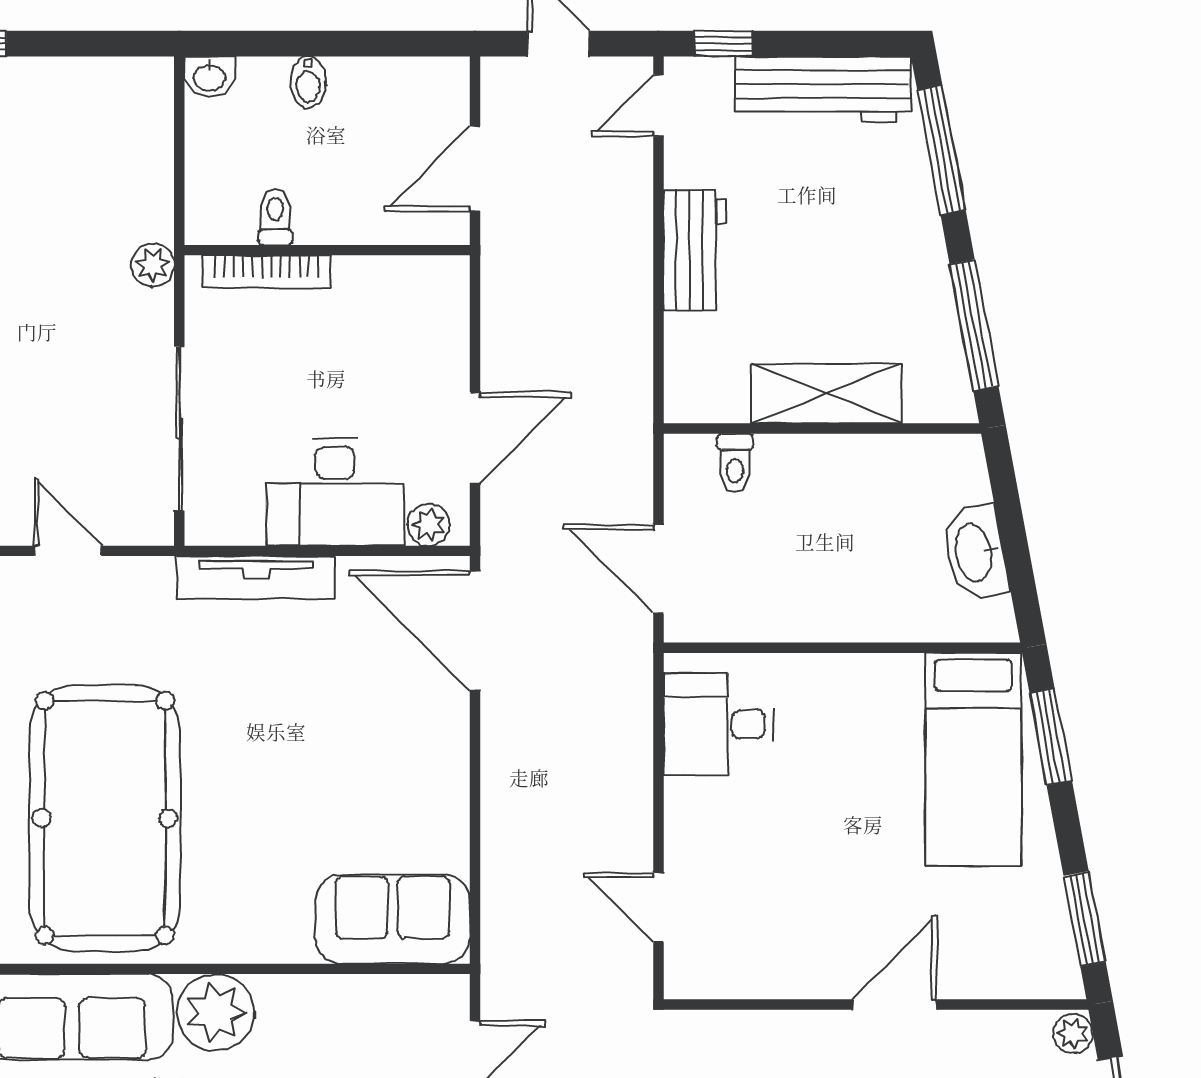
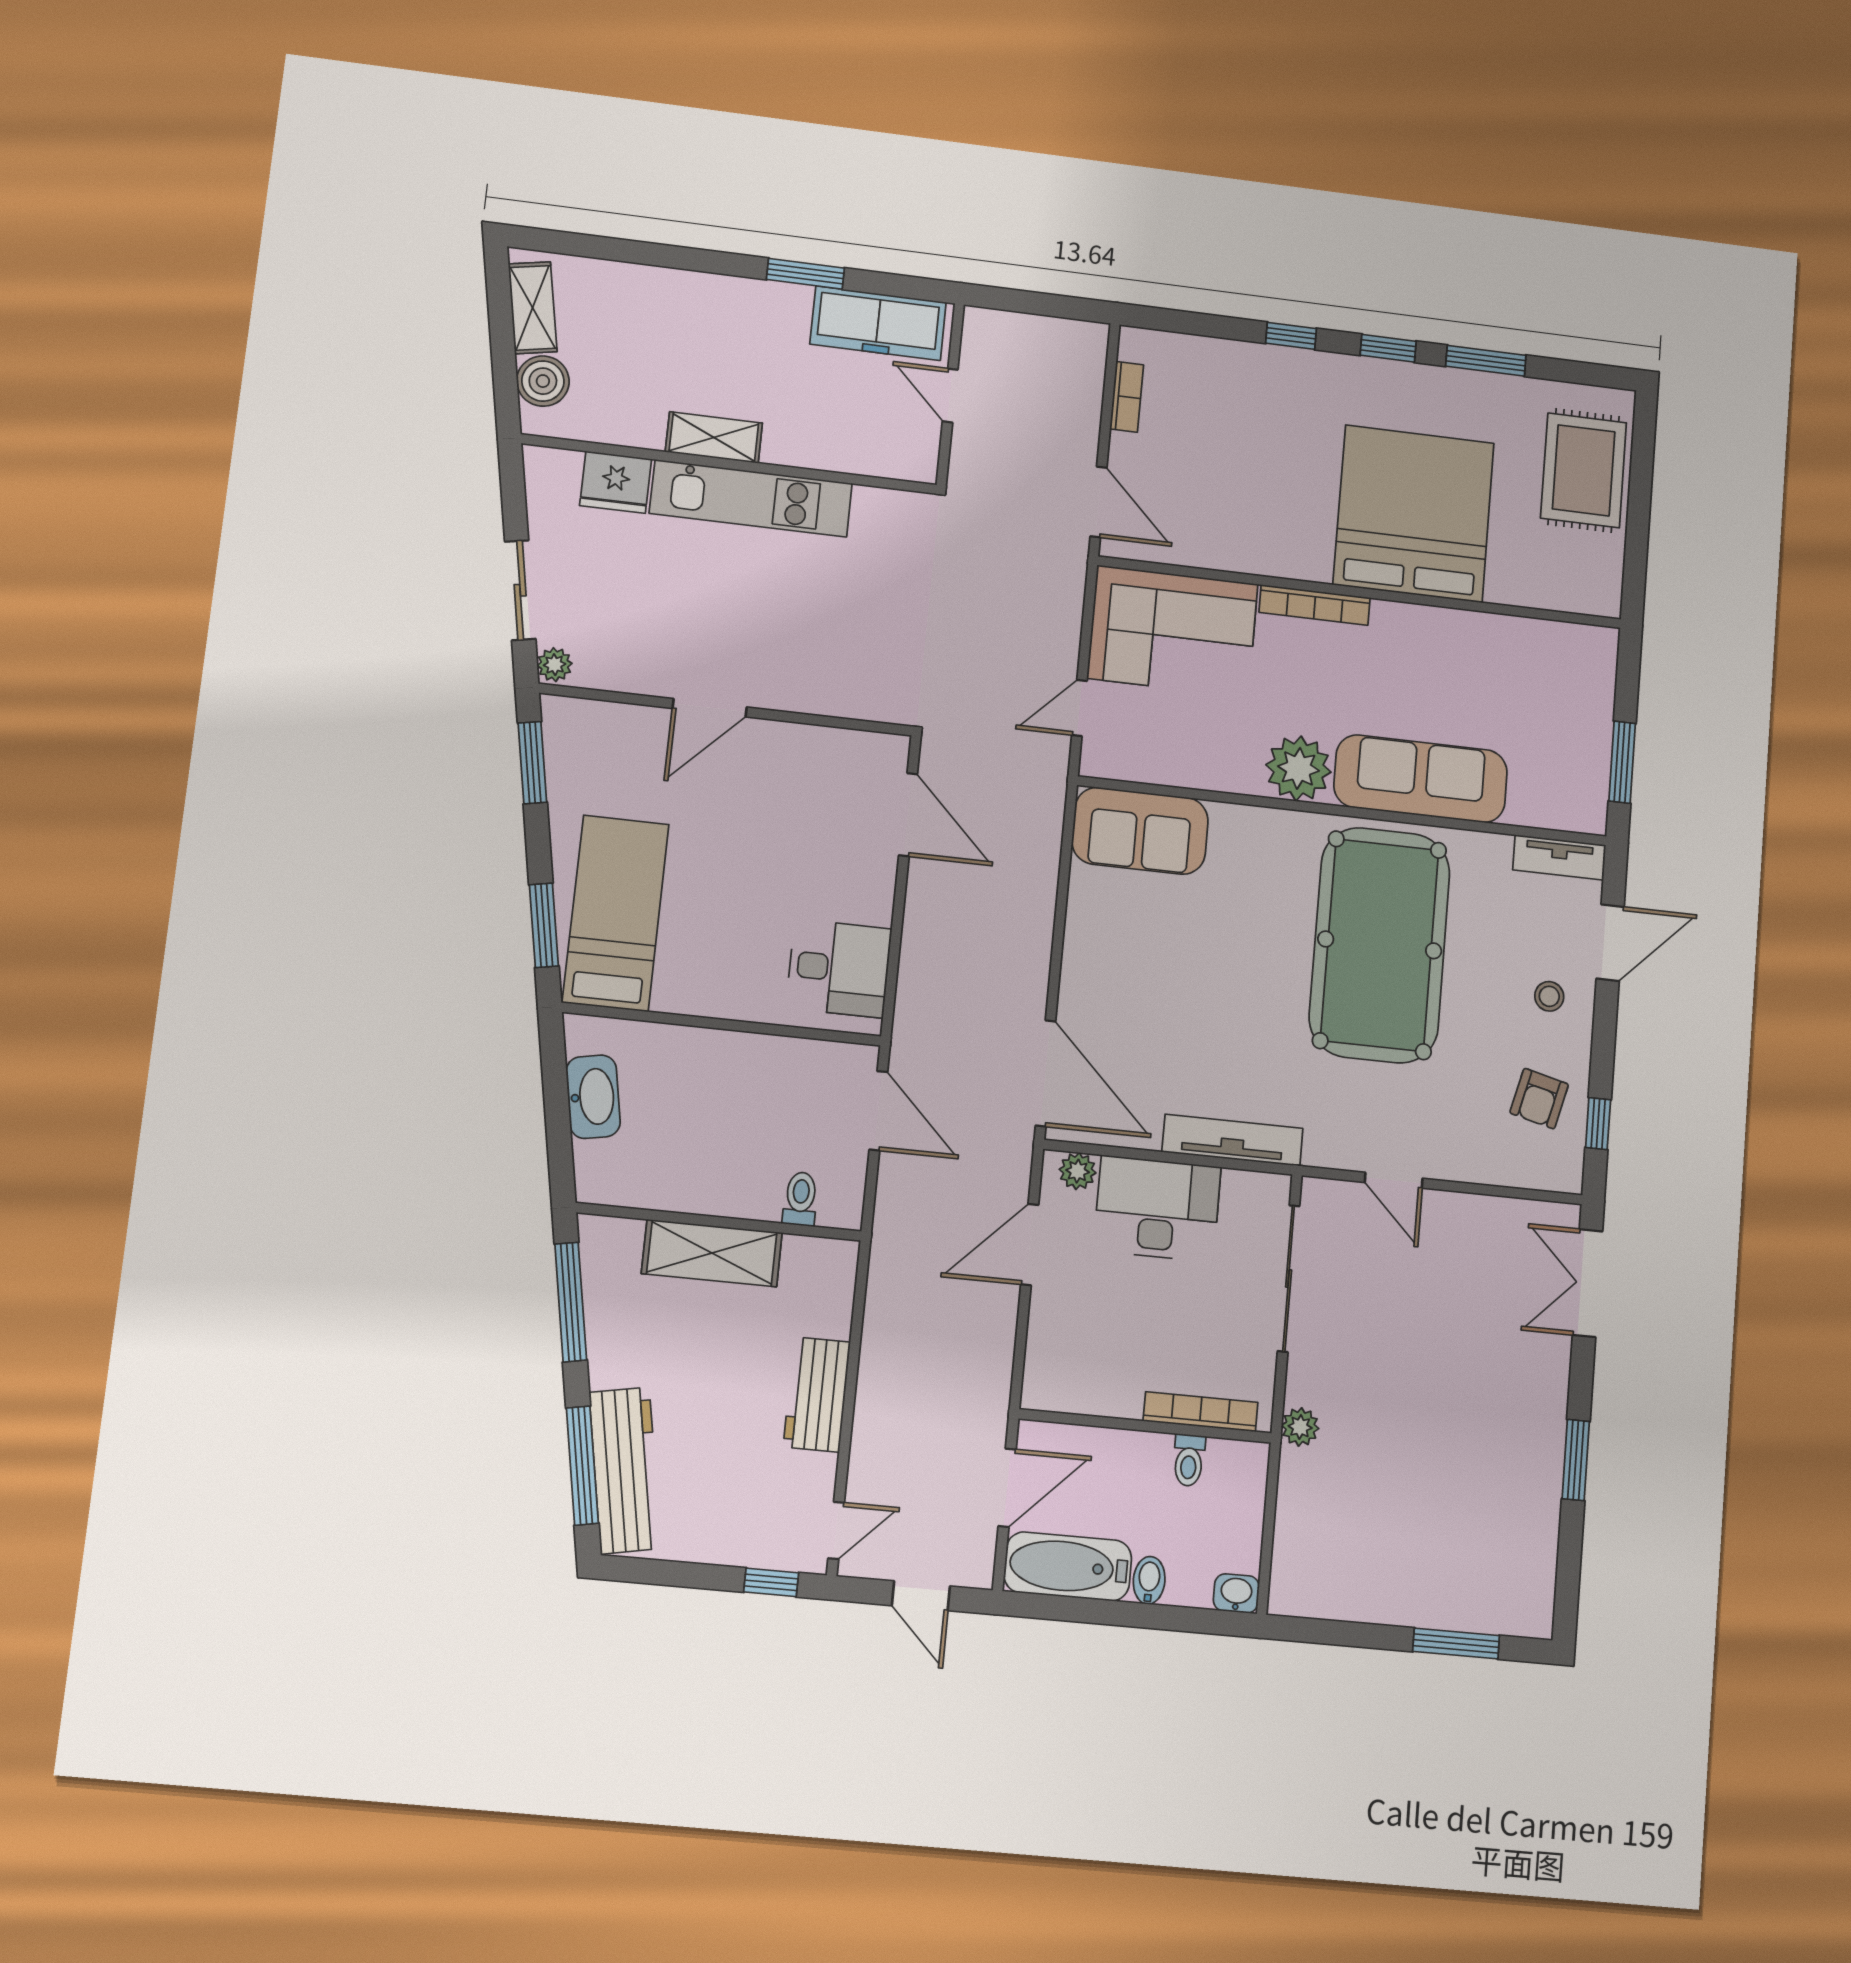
bathtub: (400, 89) -> (1068, 1566), added
workbench: (823, 89) -> (625, 1470), moved, turned 79
door: (658, 908) -> (908, 815), width x1.38

